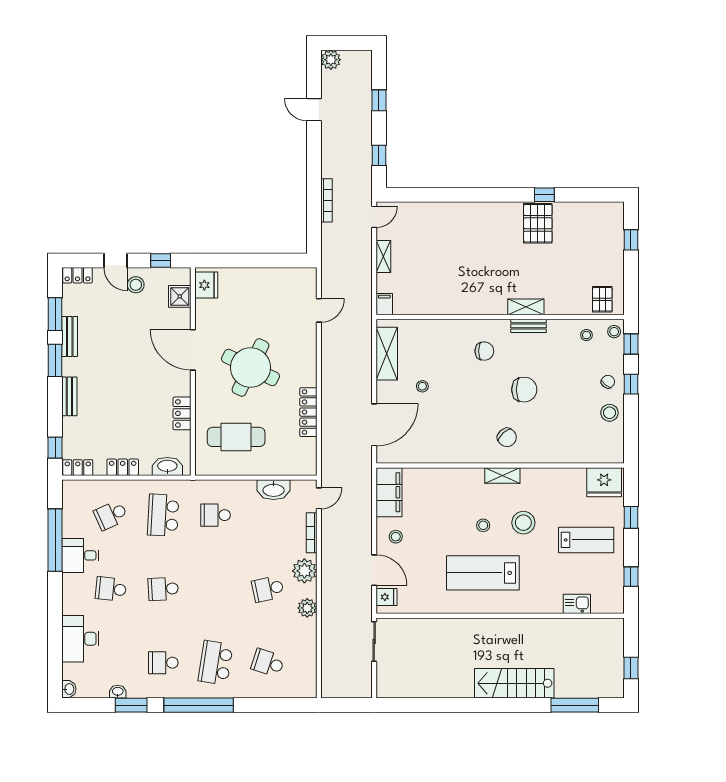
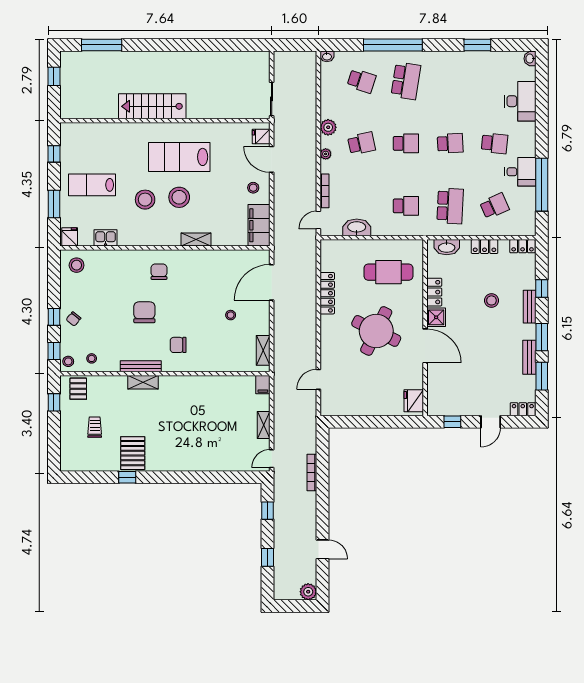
window: (631, 240) -> (54, 402), moved
trolley: (583, 254) -> (95, 427), added
door: (115, 260) -> (491, 422), swing flipped
stool: (136, 285) -> (491, 300), moved
shower: (180, 296) -> (436, 317), moved
bench: (529, 326) -> (141, 366), width x1.36
shelving: (387, 354) -> (263, 350), width x0.67, depth x0.75
chair: (524, 390) -> (144, 312), turned 90
stool: (609, 413) -> (77, 265), moved
chair: (507, 437) -> (159, 272), turned 43
window: (55, 448) -> (542, 289), moved
shelving: (502, 475) -> (196, 239), moved
fridge: (604, 482) -> (70, 237), width x0.53, depth x0.75
window: (631, 517) -> (54, 204), width x1.50
stool: (483, 525) -> (179, 197), width x1.89, depth x1.89
plant: (304, 571) -> (326, 154), width x0.53, depth x0.53
lab bench: (483, 573) -> (179, 157), turned 180
kitchen sink: (577, 604) -> (106, 238), moved, turned 180
school desk: (163, 663) -> (406, 143), moved
stairs: (514, 683) -> (152, 106), moved, turned 180
washbasin: (118, 692) -> (327, 56), moved
window: (199, 705) -> (393, 45), moved

